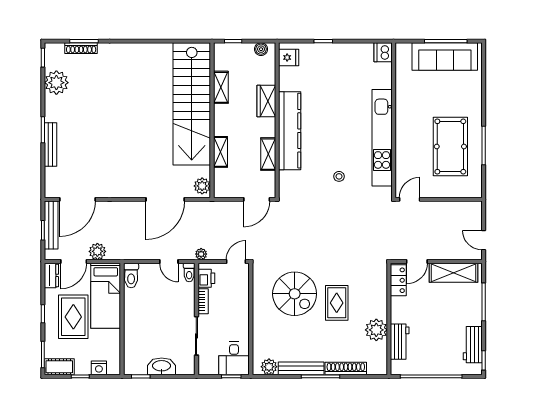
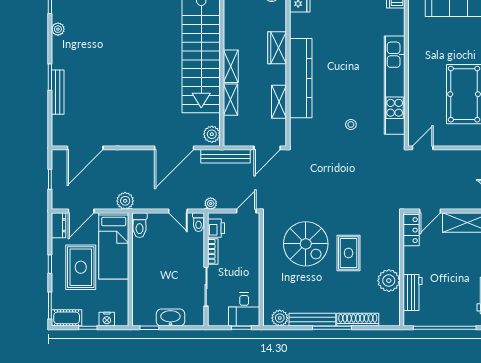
plant: (56, 83) -> (58, 29), width x0.53, depth x0.53
shelving: (221, 87) -> (231, 66), moved
bench: (51, 225) -> (225, 156), moved, turned 90
plant: (97, 251) -> (125, 201), moved

